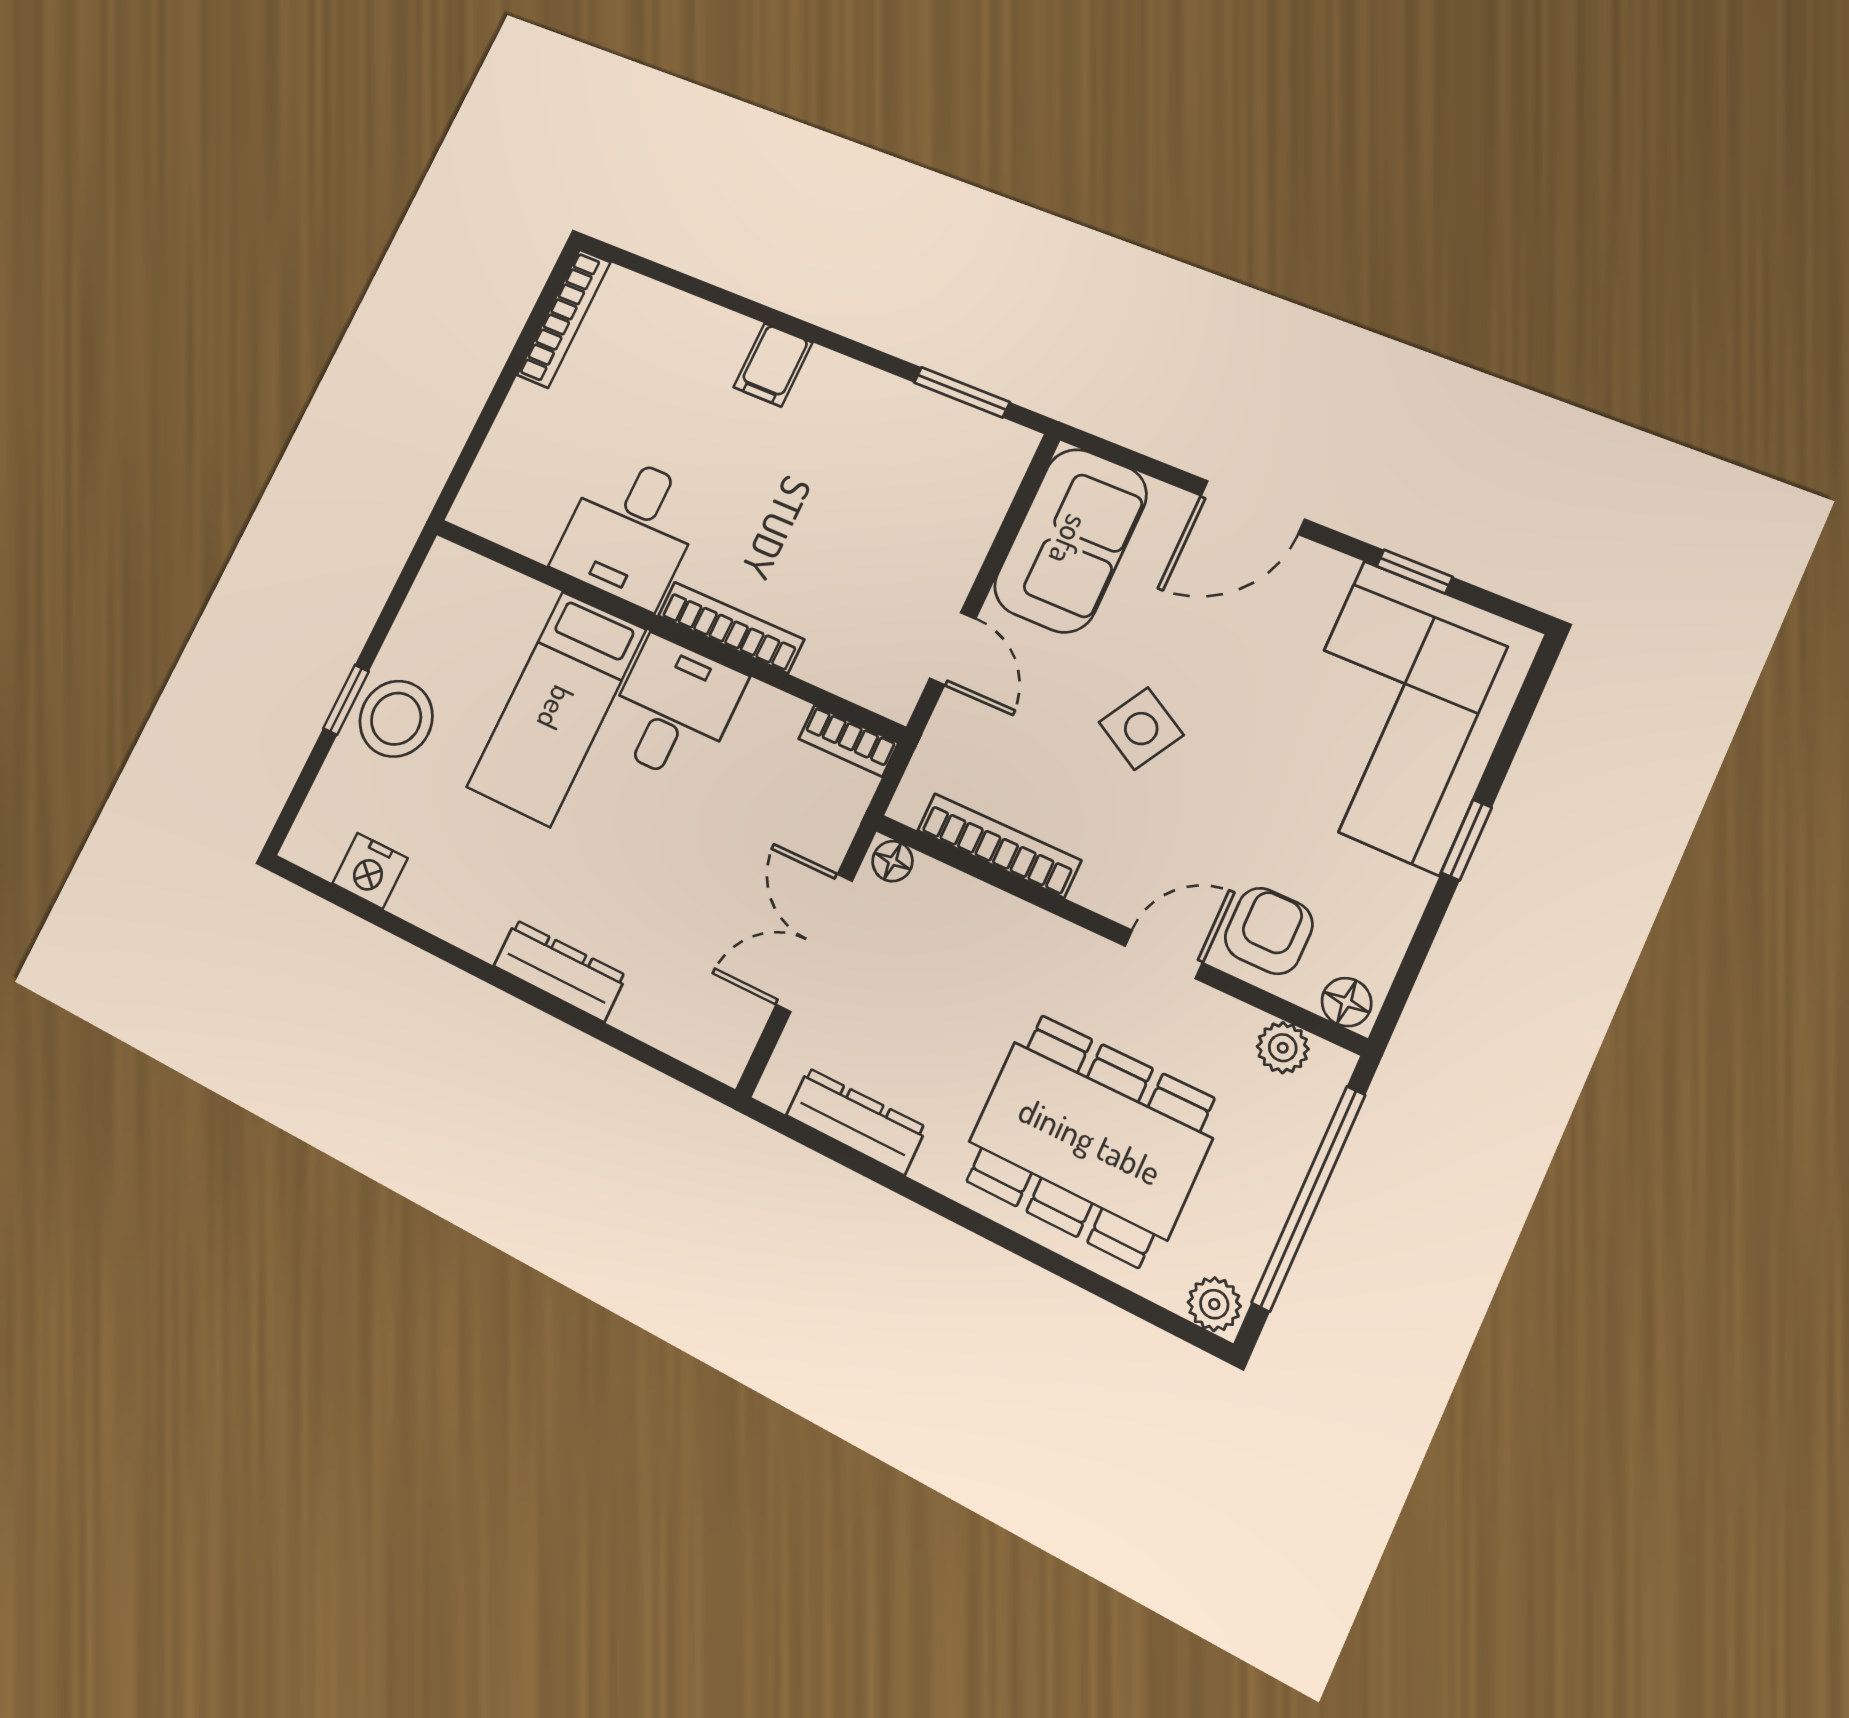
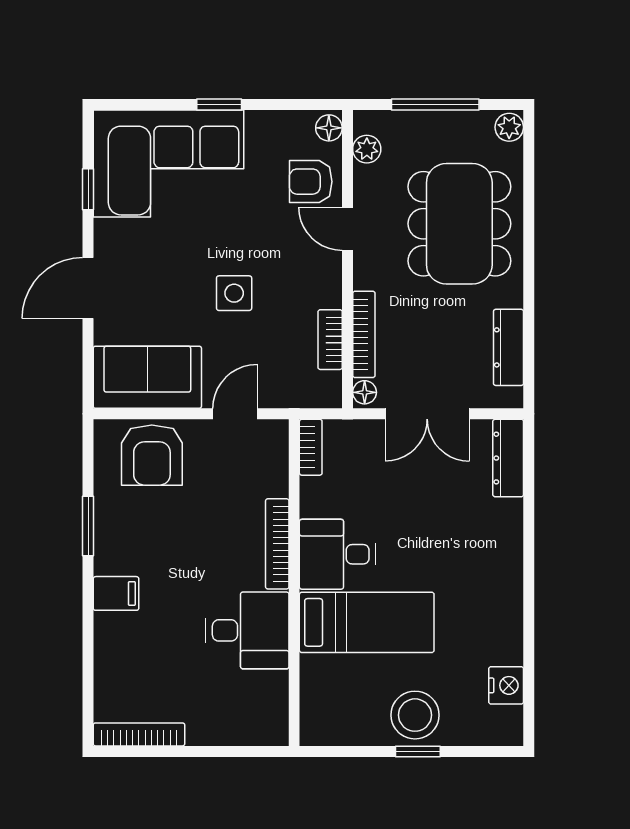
window: (962, 392) -> (88, 526), moved
armchair: (949, 499) -> (152, 455), added
door: (1252, 507) -> (88, 288), swing flipped
side table: (1141, 729) -> (234, 293), turned -30
bookcase: (999, 845) -> (330, 340), width x0.64
bookcase: (982, 902) -> (364, 334), added
dresser: (560, 971) -> (508, 458), moved
window: (1309, 1198) -> (435, 105), width x0.68

